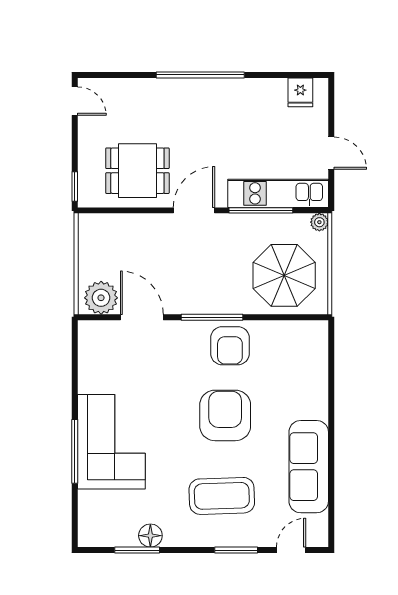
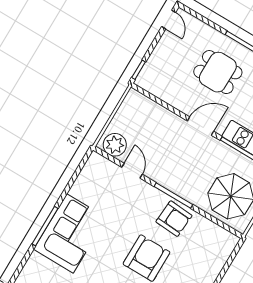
dining table: (137, 171) -> (218, 72), moved
door: (142, 317) -> (132, 171), width x0.73
armchair: (230, 346) -> (174, 219), turned -86

